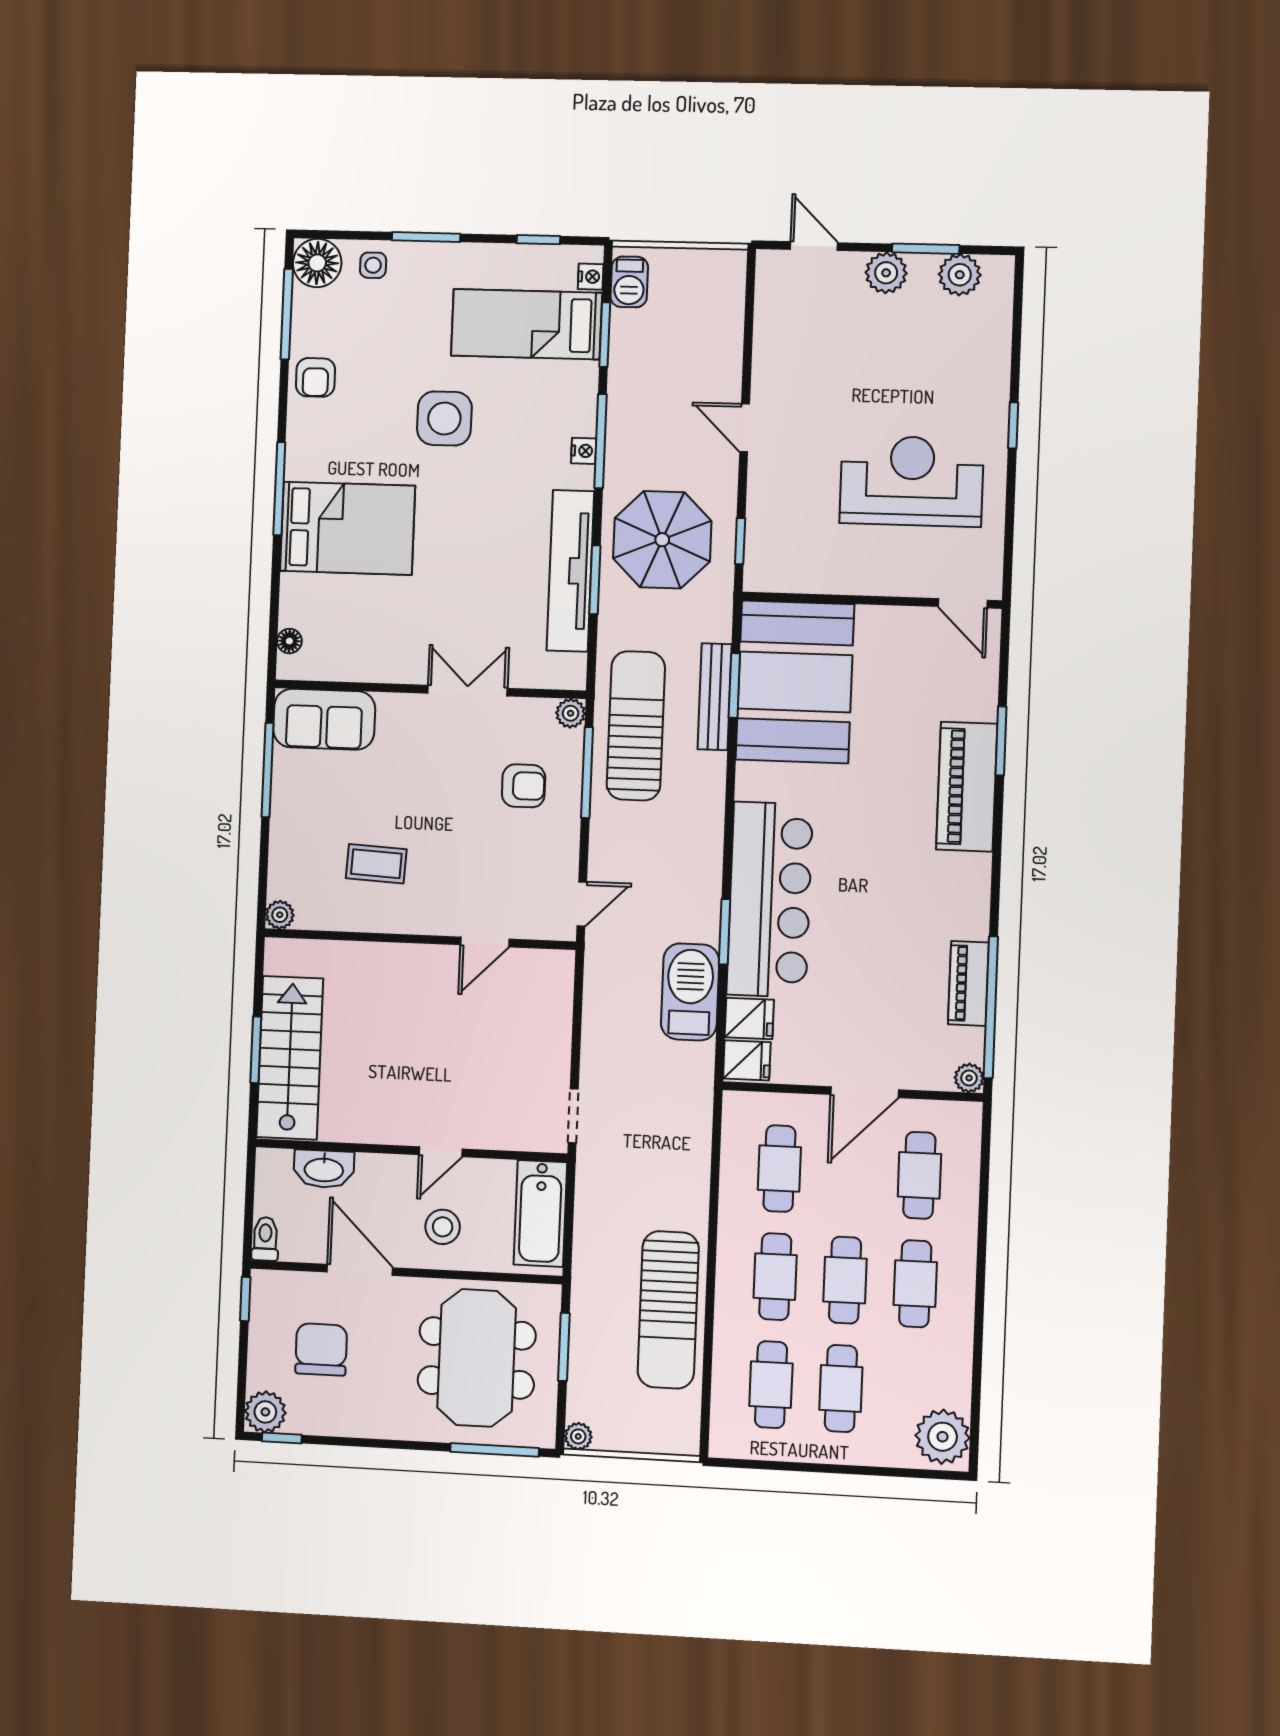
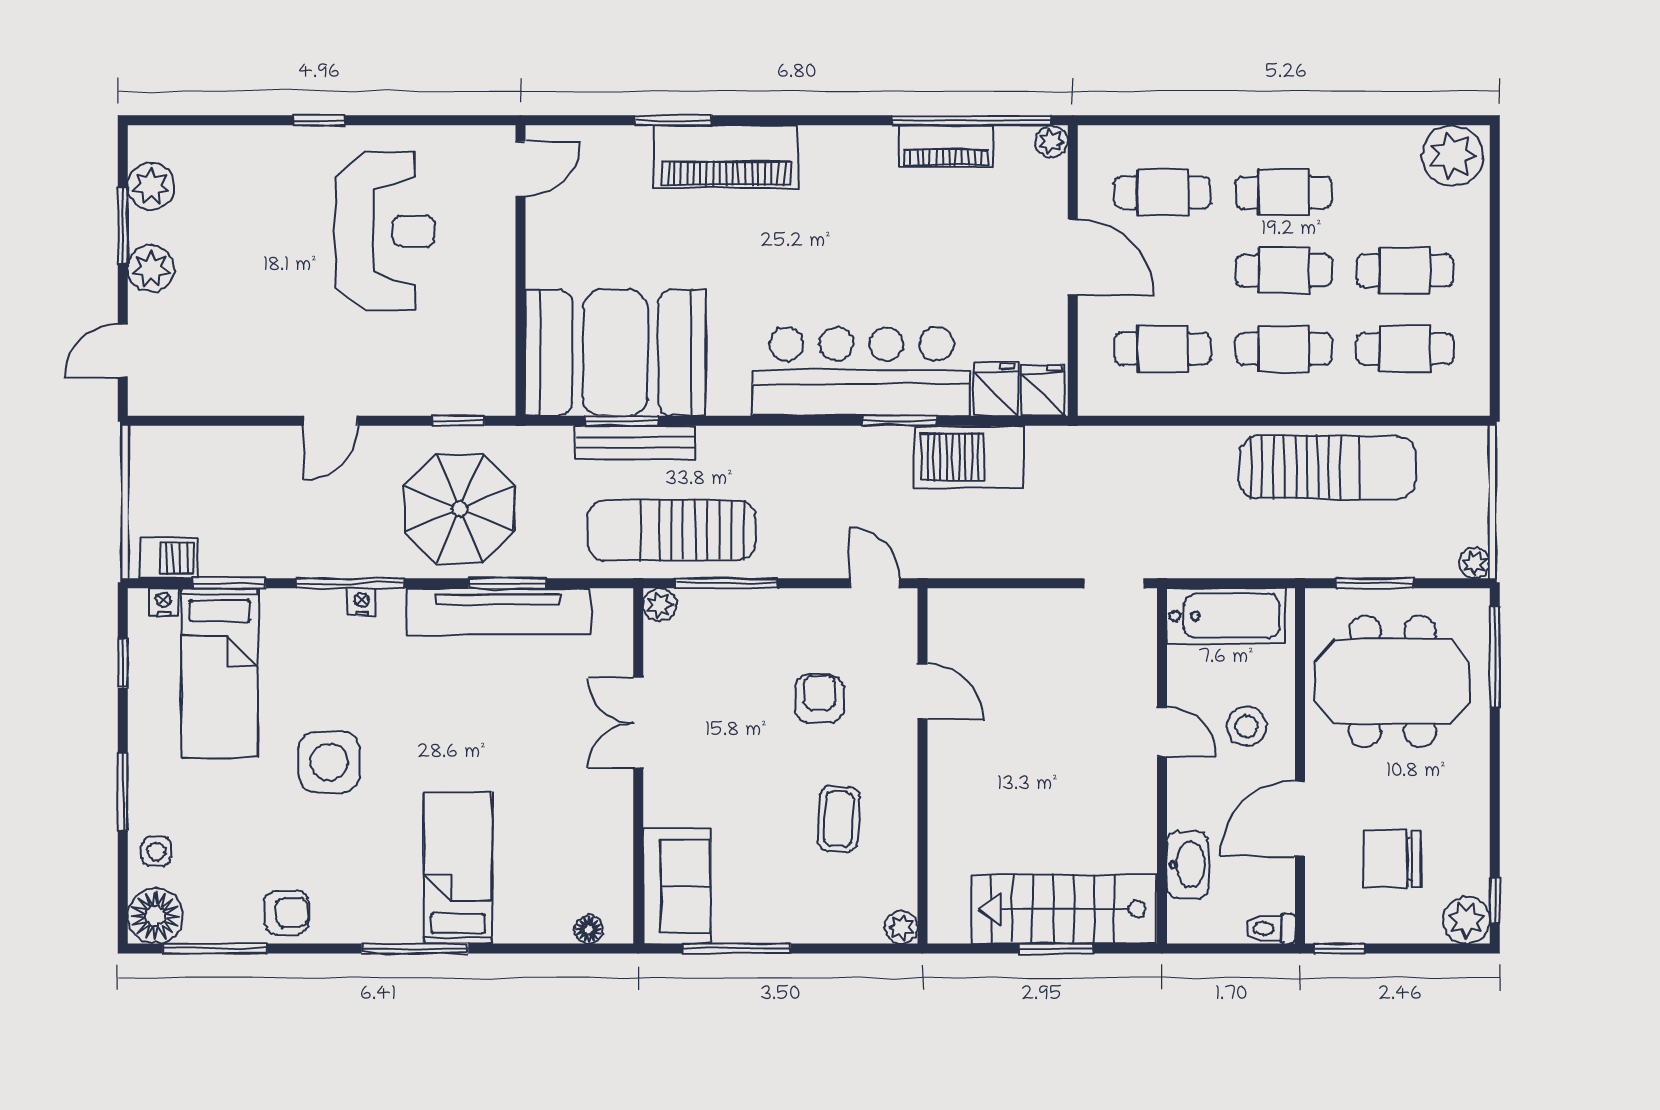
reception desk: (912, 481) -> (385, 231), turned 180
bed: (348, 528) -> (458, 868), width x0.67
armchair: (524, 786) -> (820, 699), moved

